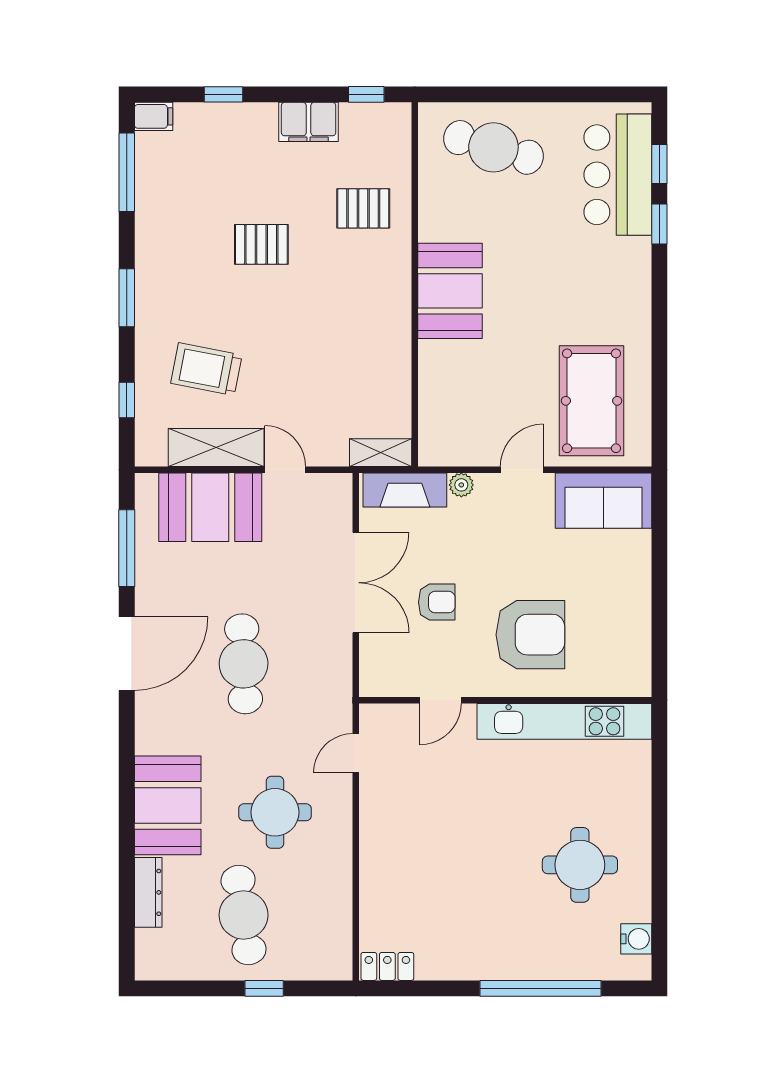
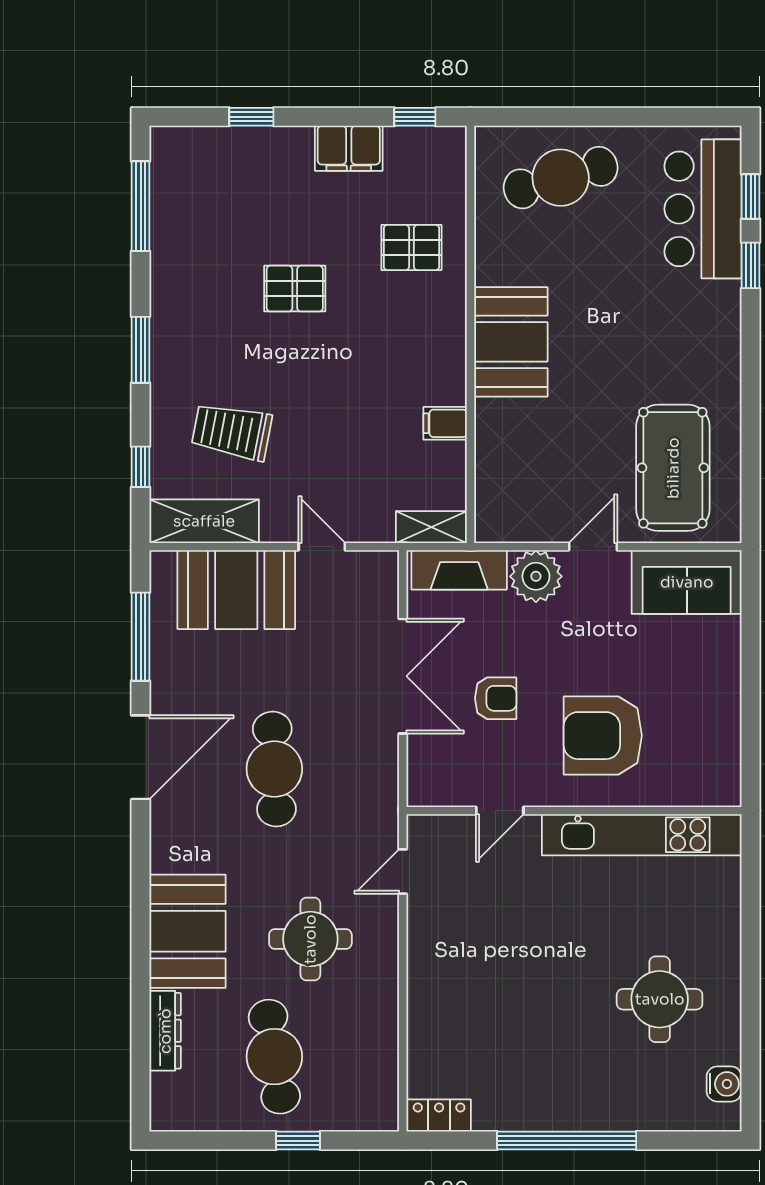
filing cabinet: (154, 116) -> (445, 423), moved, turned 180
cafe table: (493, 147) -> (561, 178), turned -32
shelving: (216, 447) -> (204, 521), moved
plant: (461, 485) -> (536, 576), width x1.88, depth x1.88
armchair: (530, 635) -> (603, 736), turned 180
window: (540, 988) -> (567, 1141), moved

